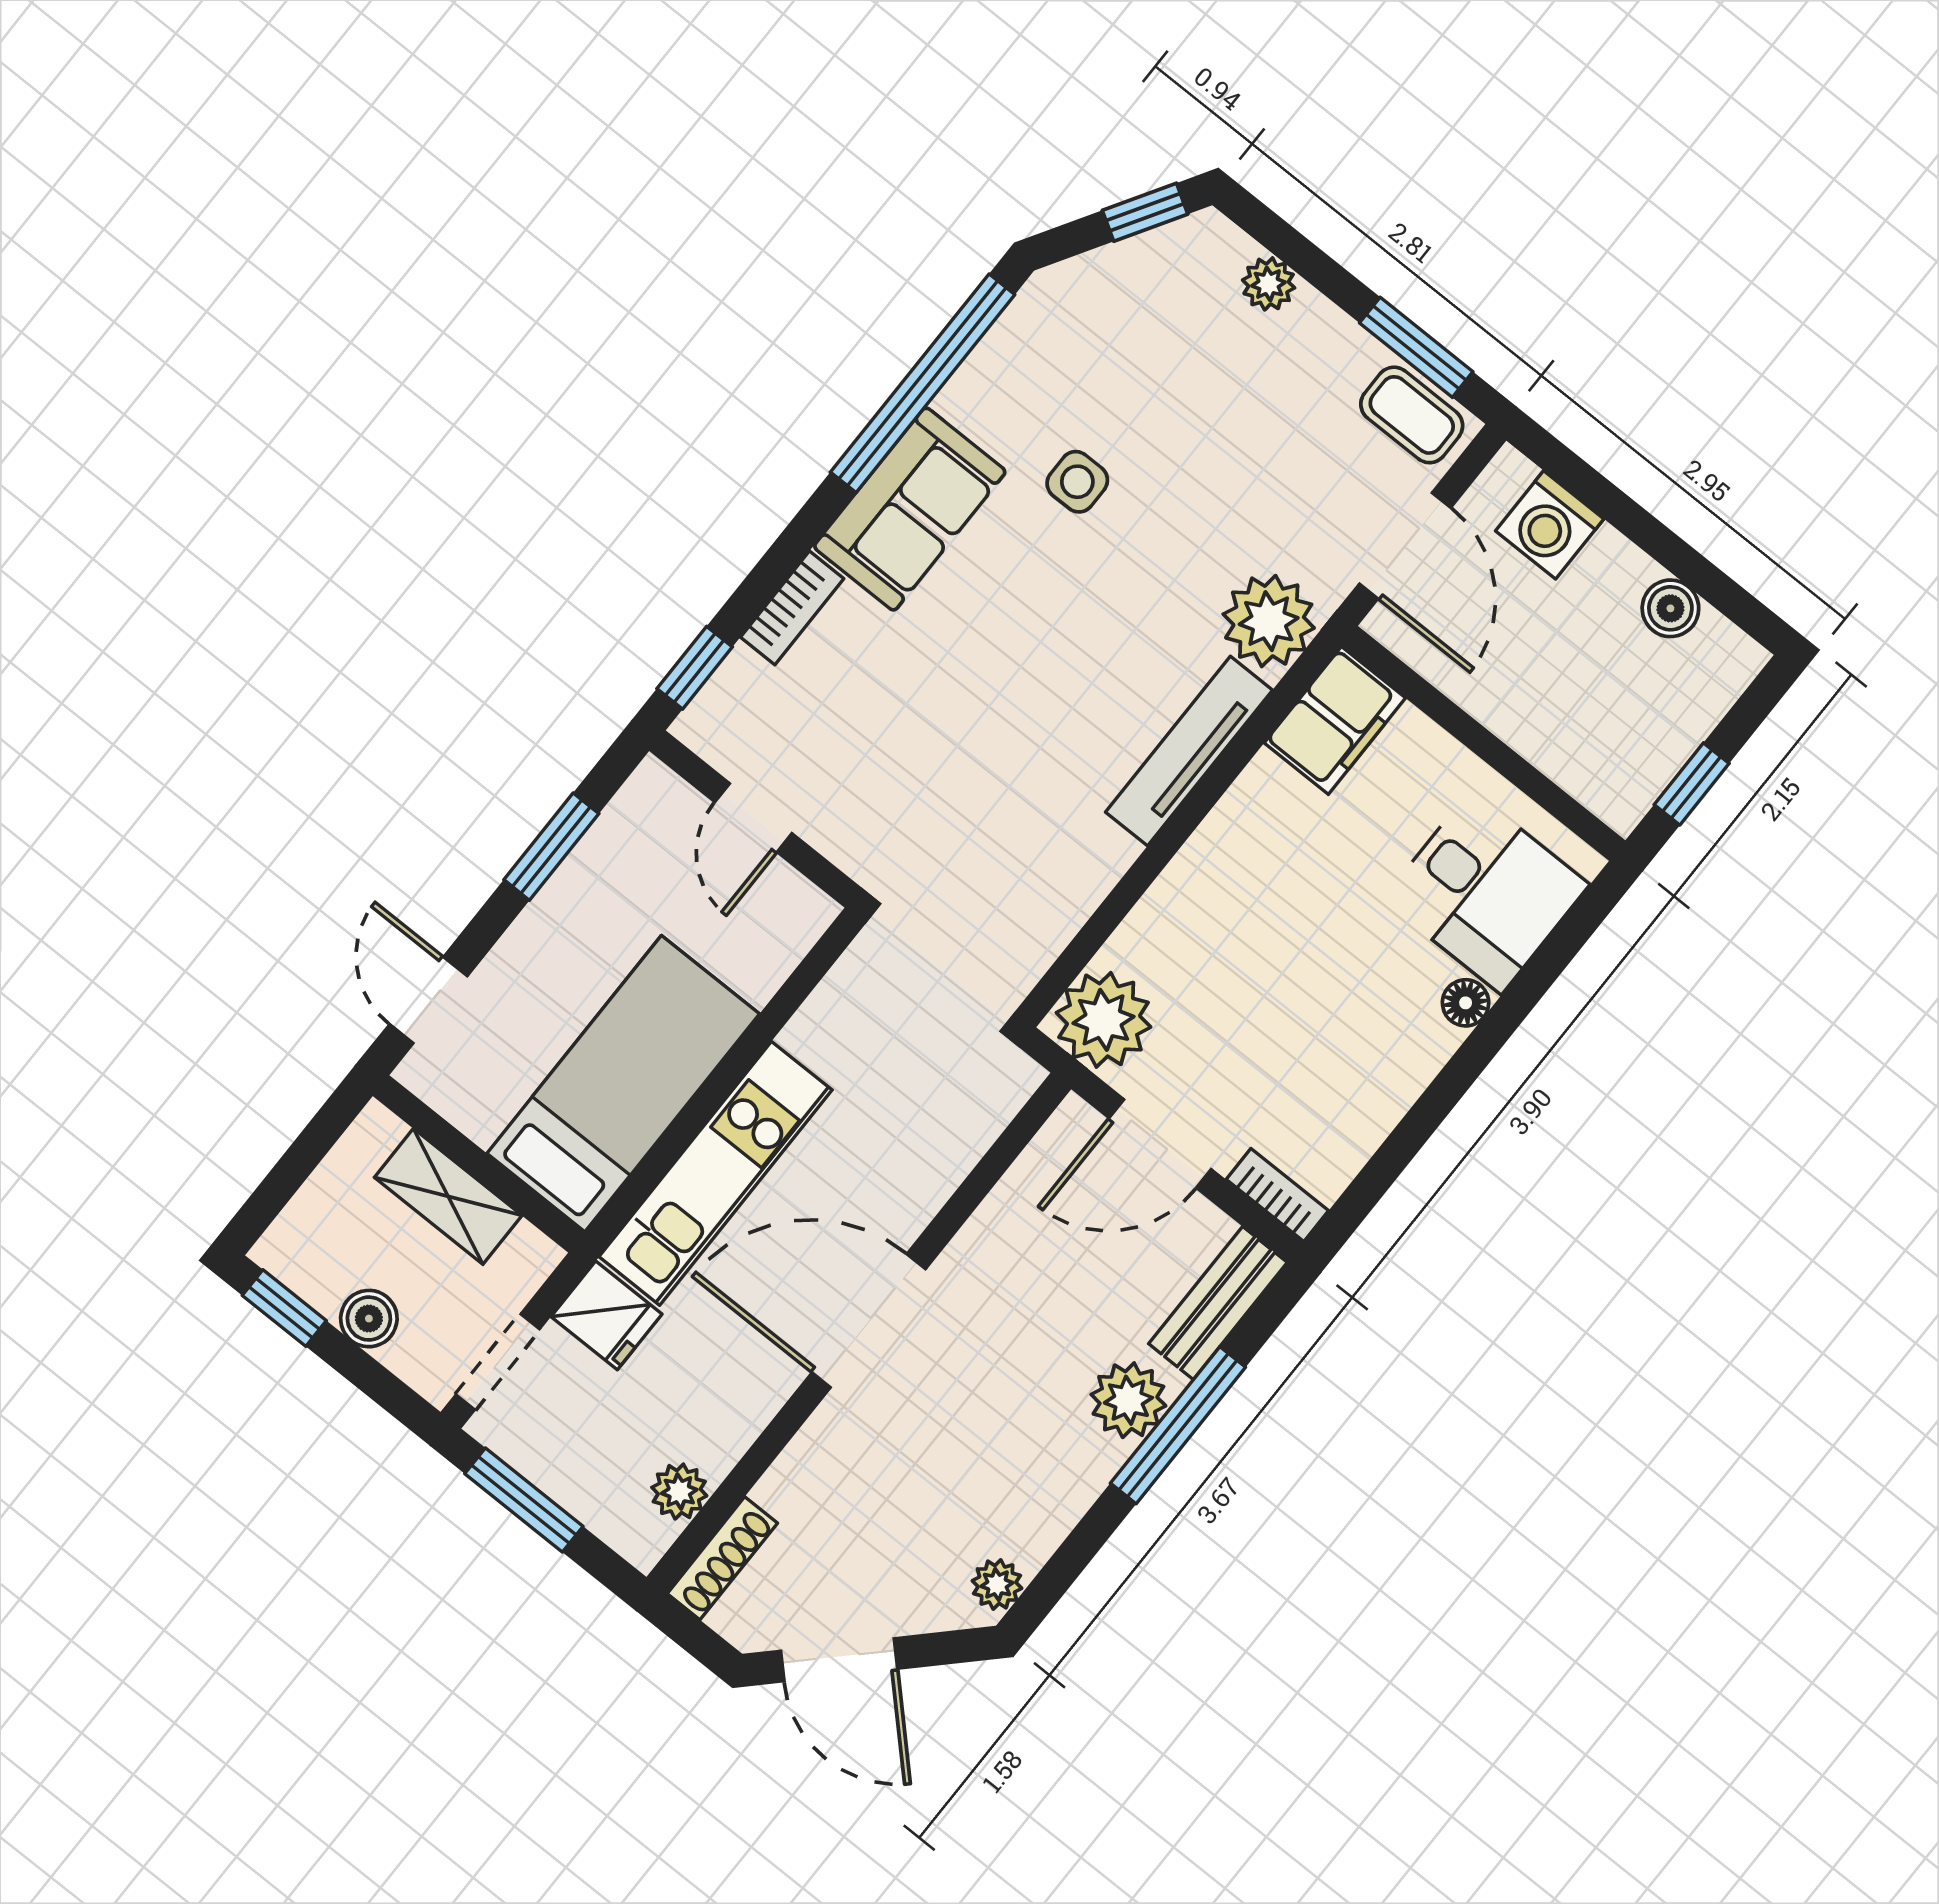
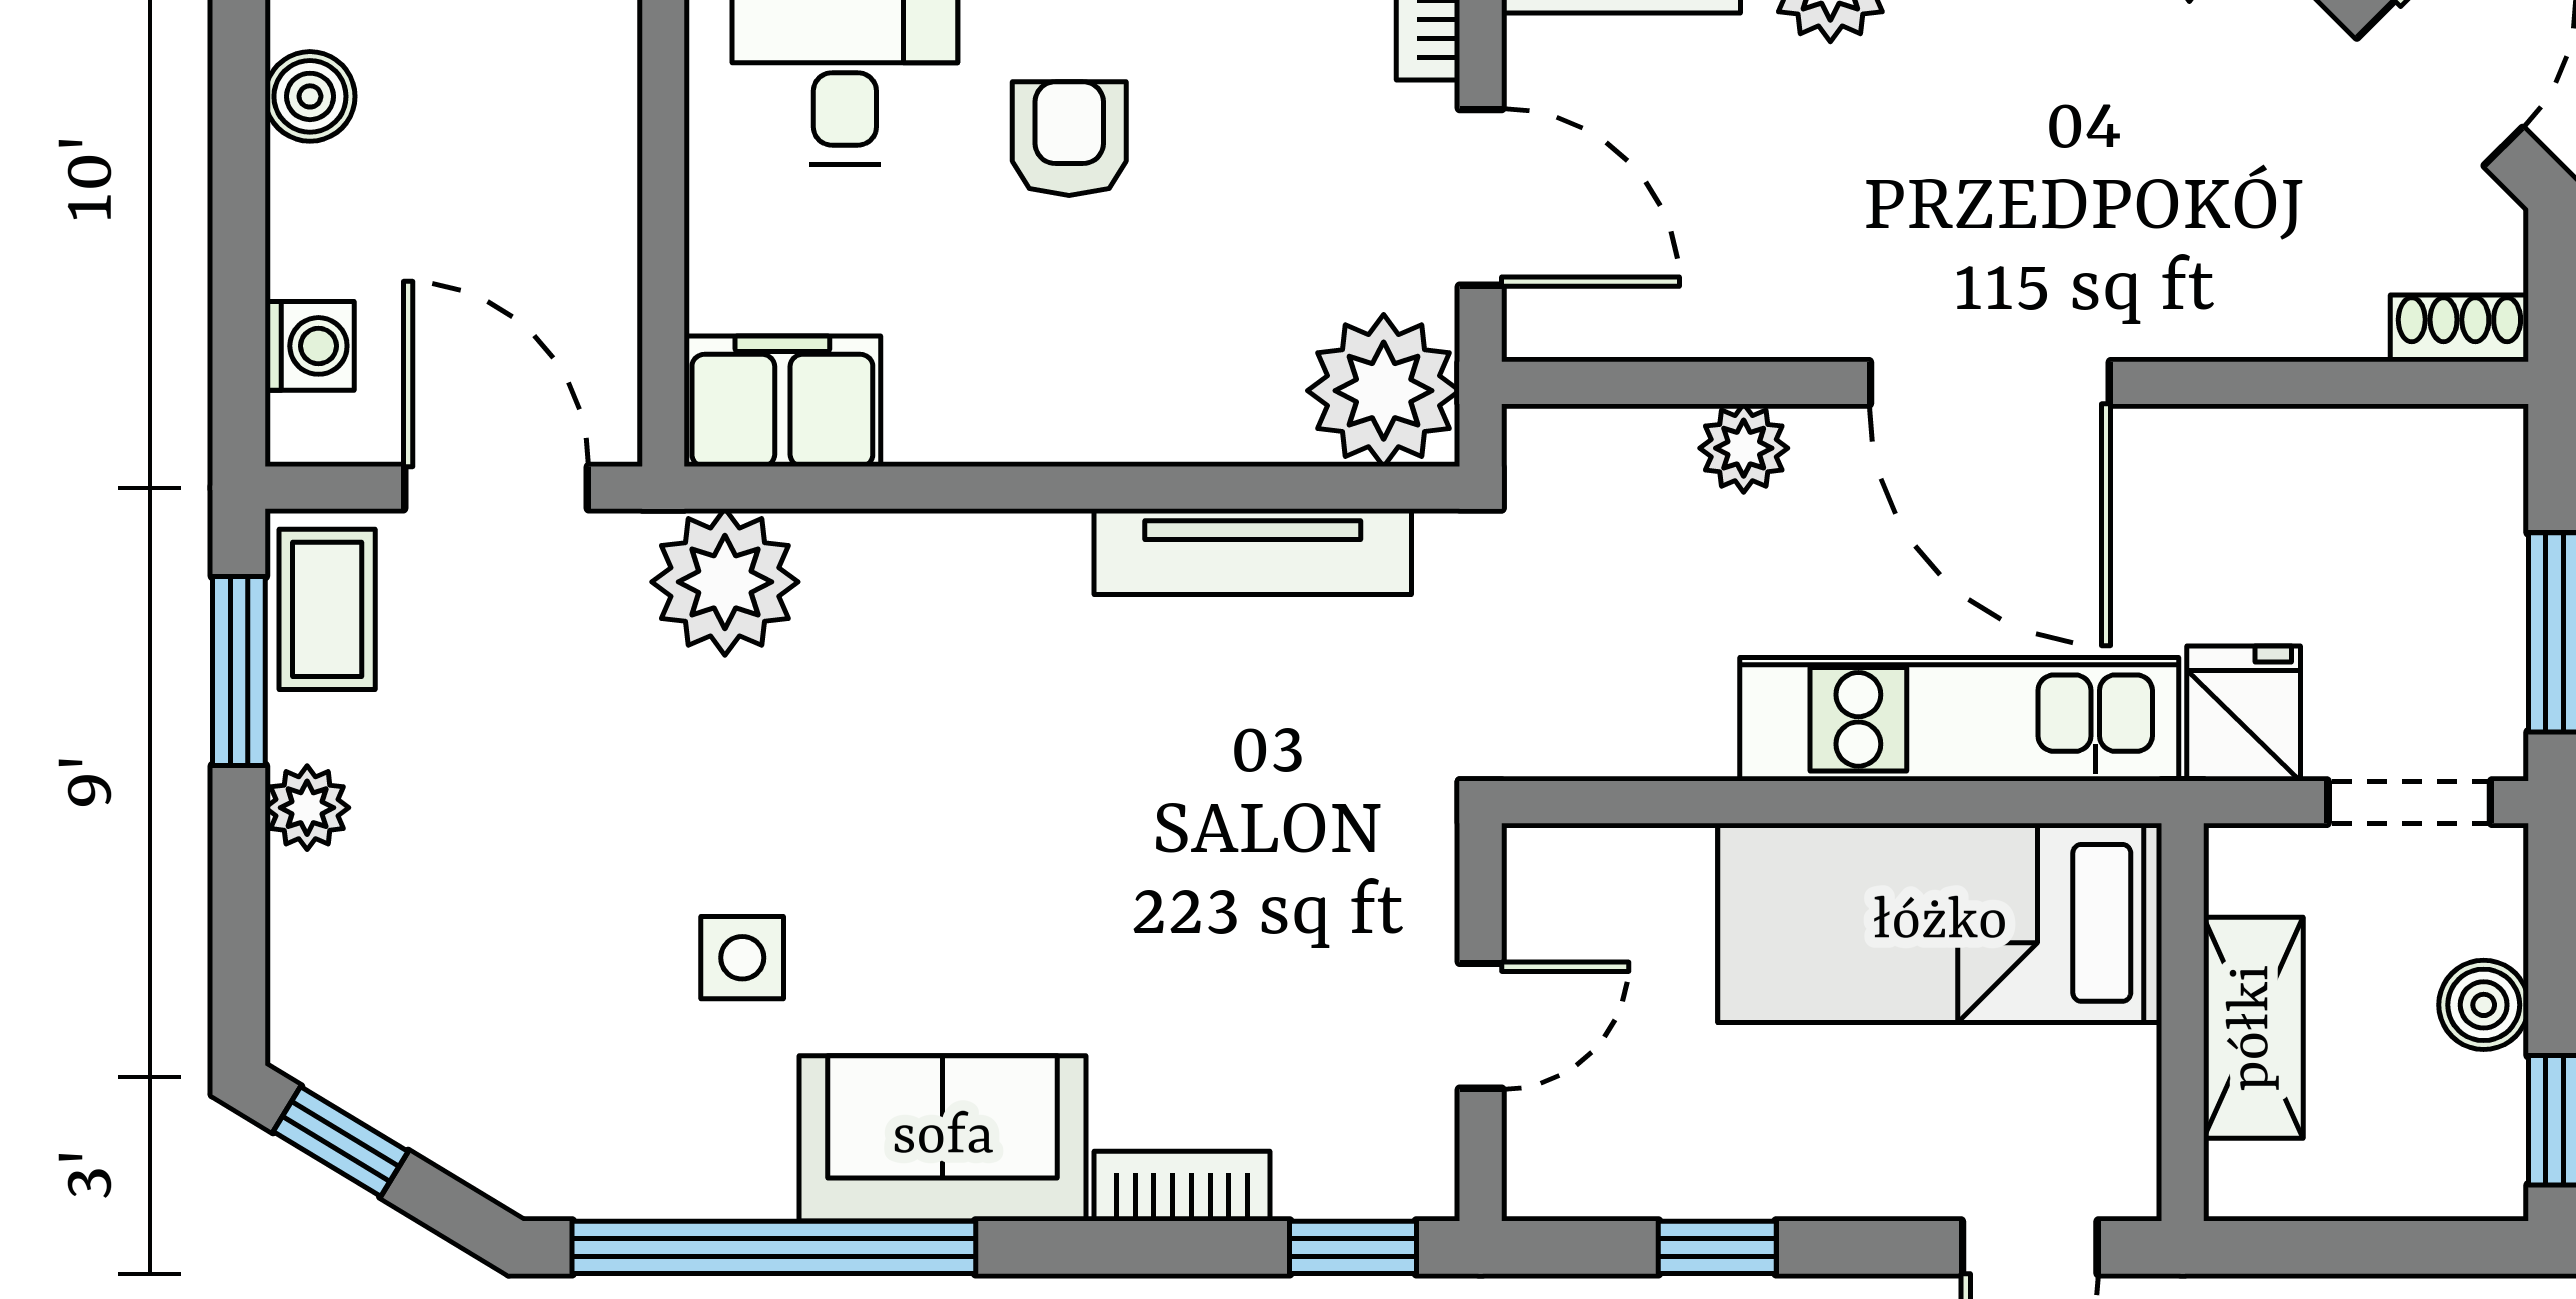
plant: (1269, 284) -> (307, 808), moved
washing machine: (1550, 525) -> (310, 346), width x0.73, depth x0.73
door: (1405, 546) -> (496, 488), hinge flipped
tv unit: (1189, 751) -> (1253, 552), moved
window: (551, 847) -> (1717, 1247), width x0.67
armchair: (1351, 965) -> (1069, 139), added
plant: (679, 1492) -> (1744, 448), moved
shoe rack: (722, 1558) -> (2459, 328), width x0.70

